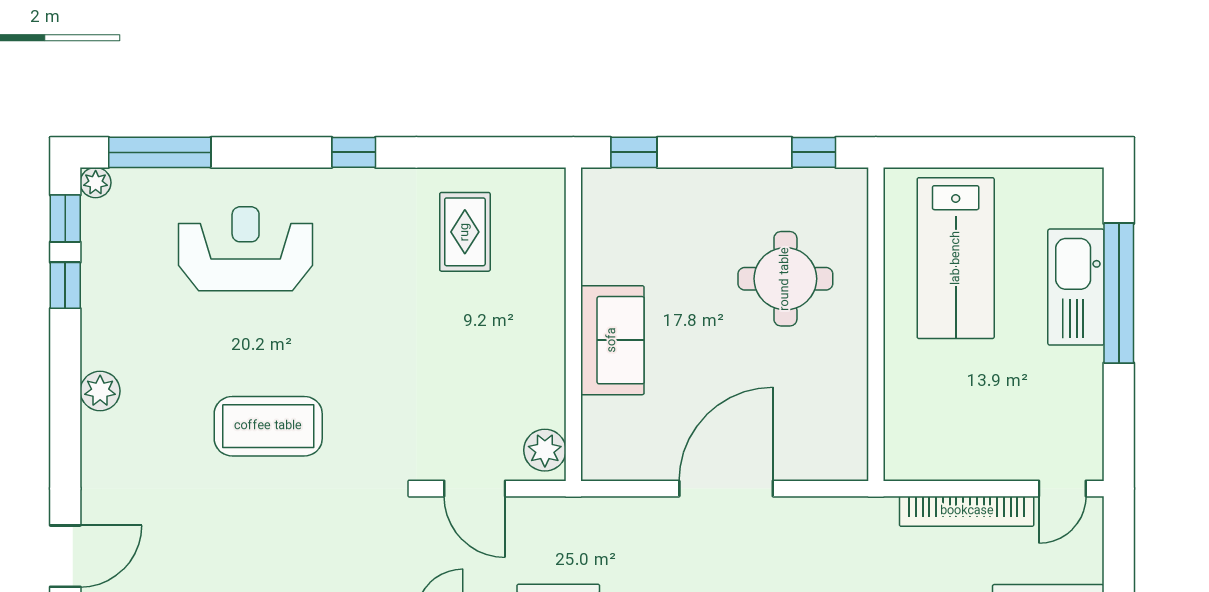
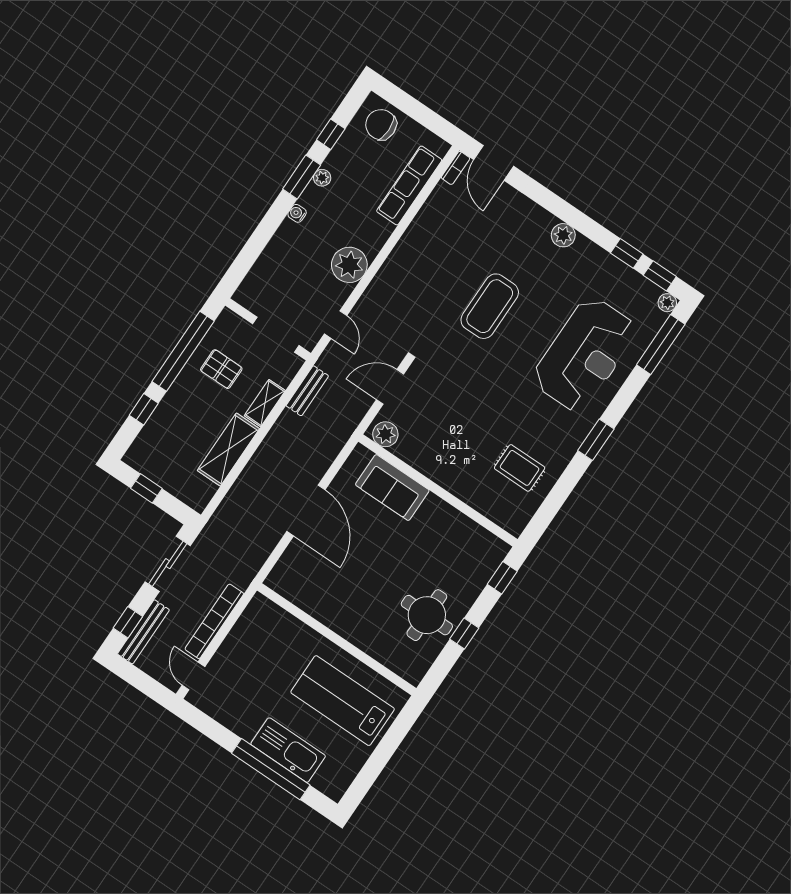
window: (354, 152) -> (596, 440), width x1.50
window: (814, 152) -> (464, 634), moved
reception desk: (246, 249) -> (585, 354), width x1.36, depth x1.30
round table: (785, 279) -> (427, 615), moved
sofa: (612, 340) -> (392, 488), moved

